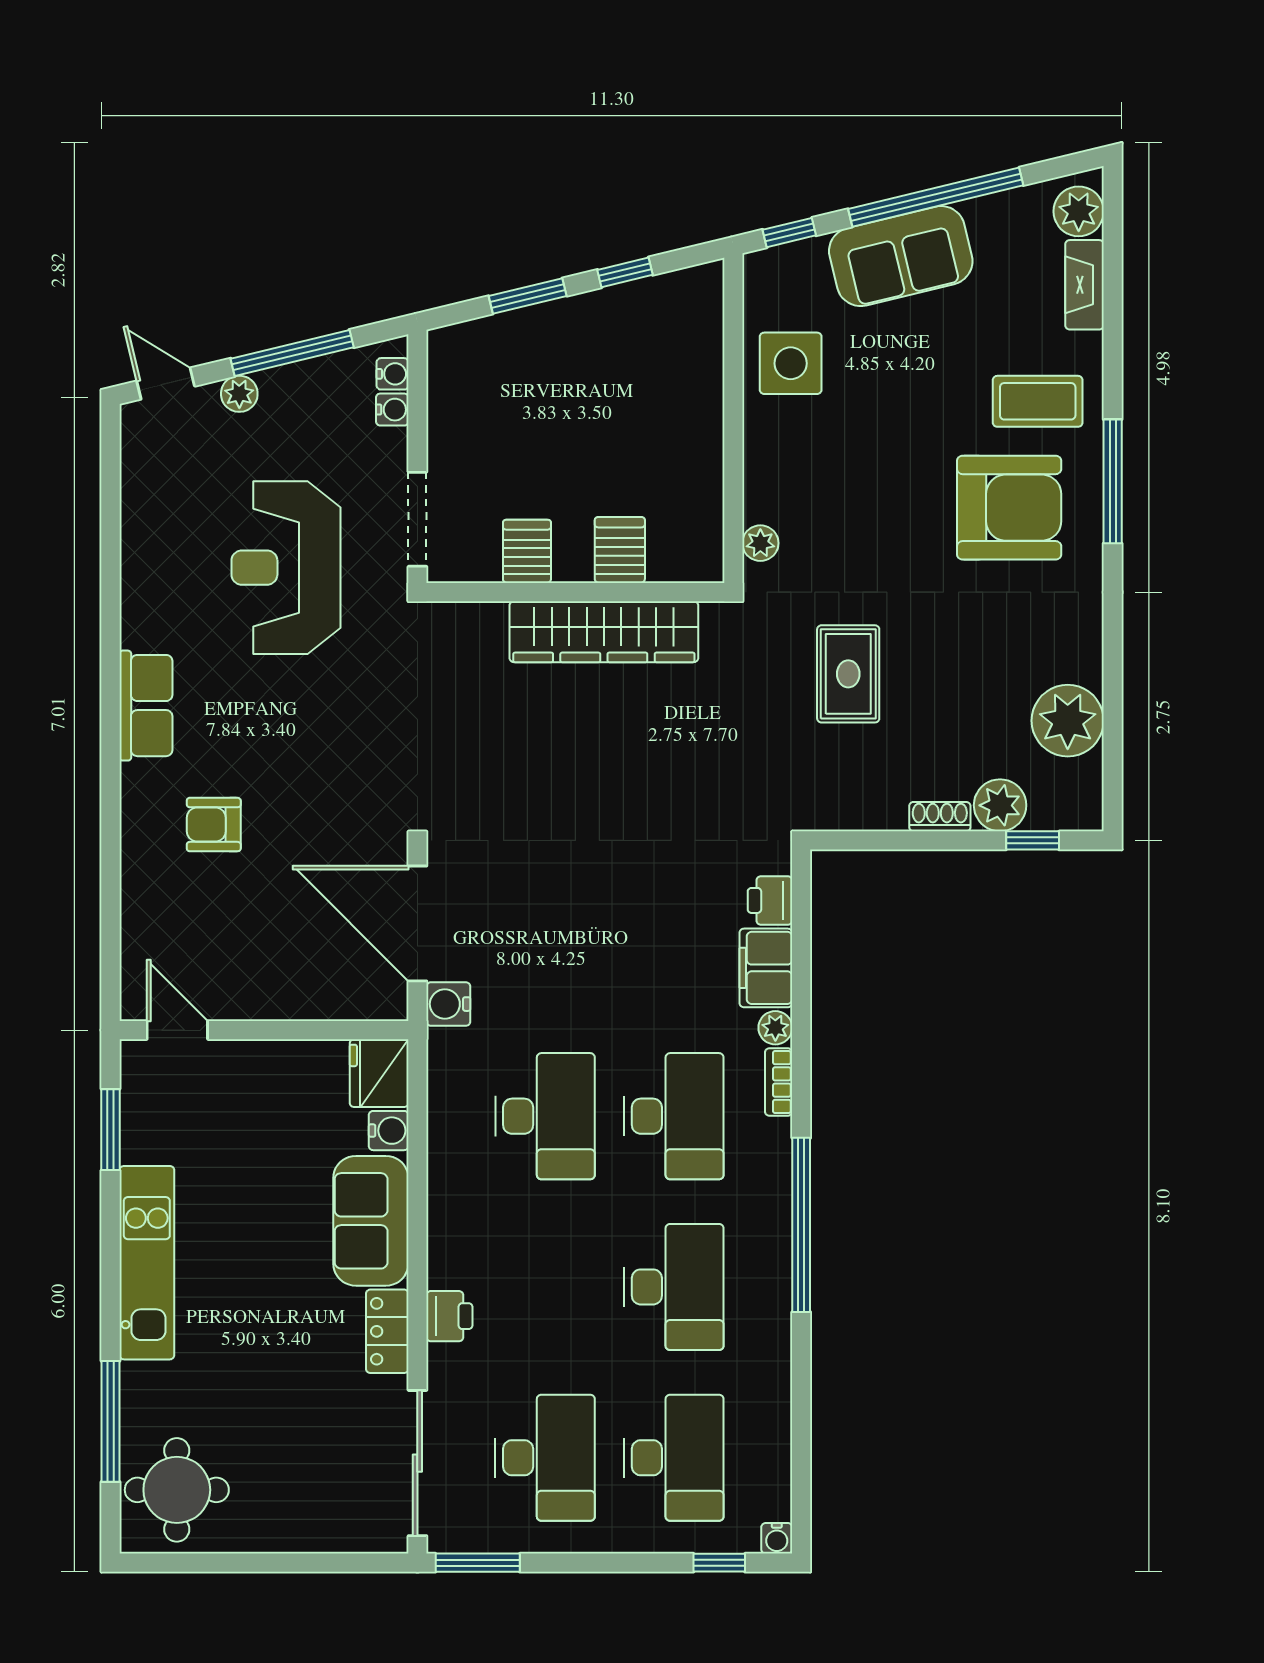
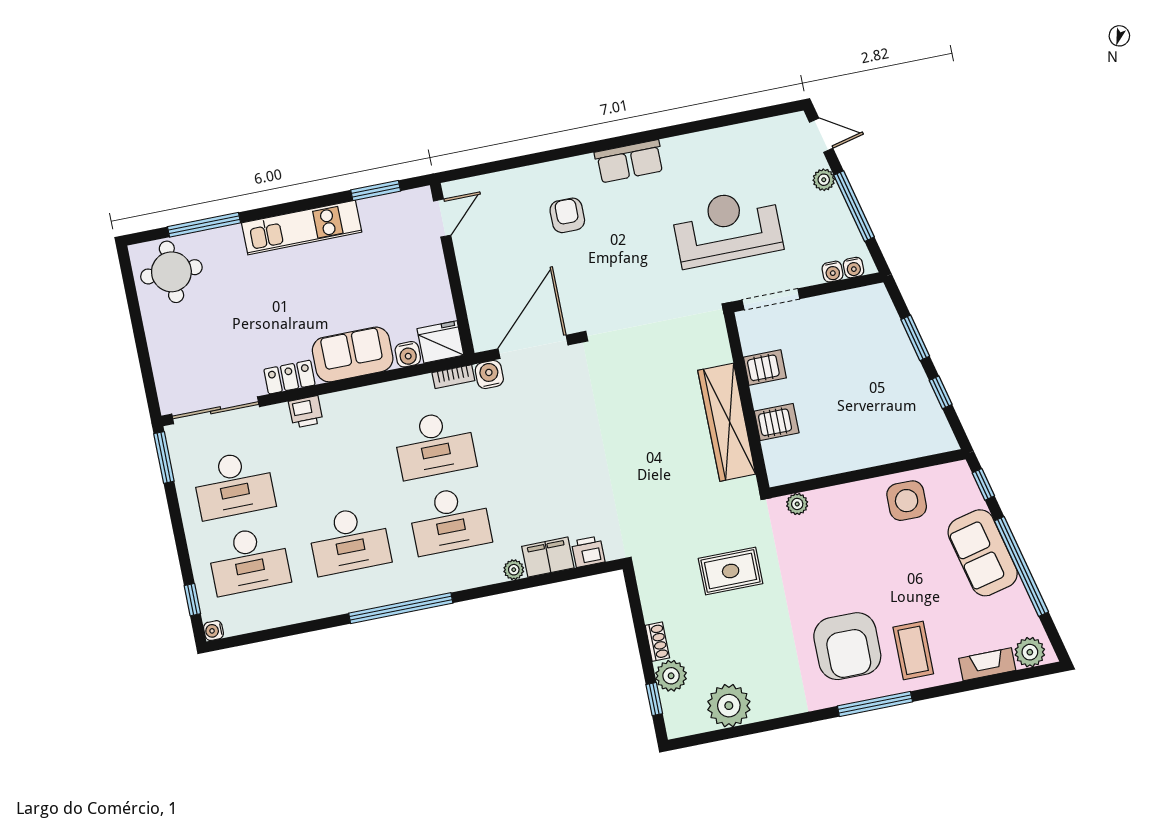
door: (166, 384) -> (821, 135), hinge flipped
bookcase: (779, 1082) -> (453, 377), moved, turned 180

